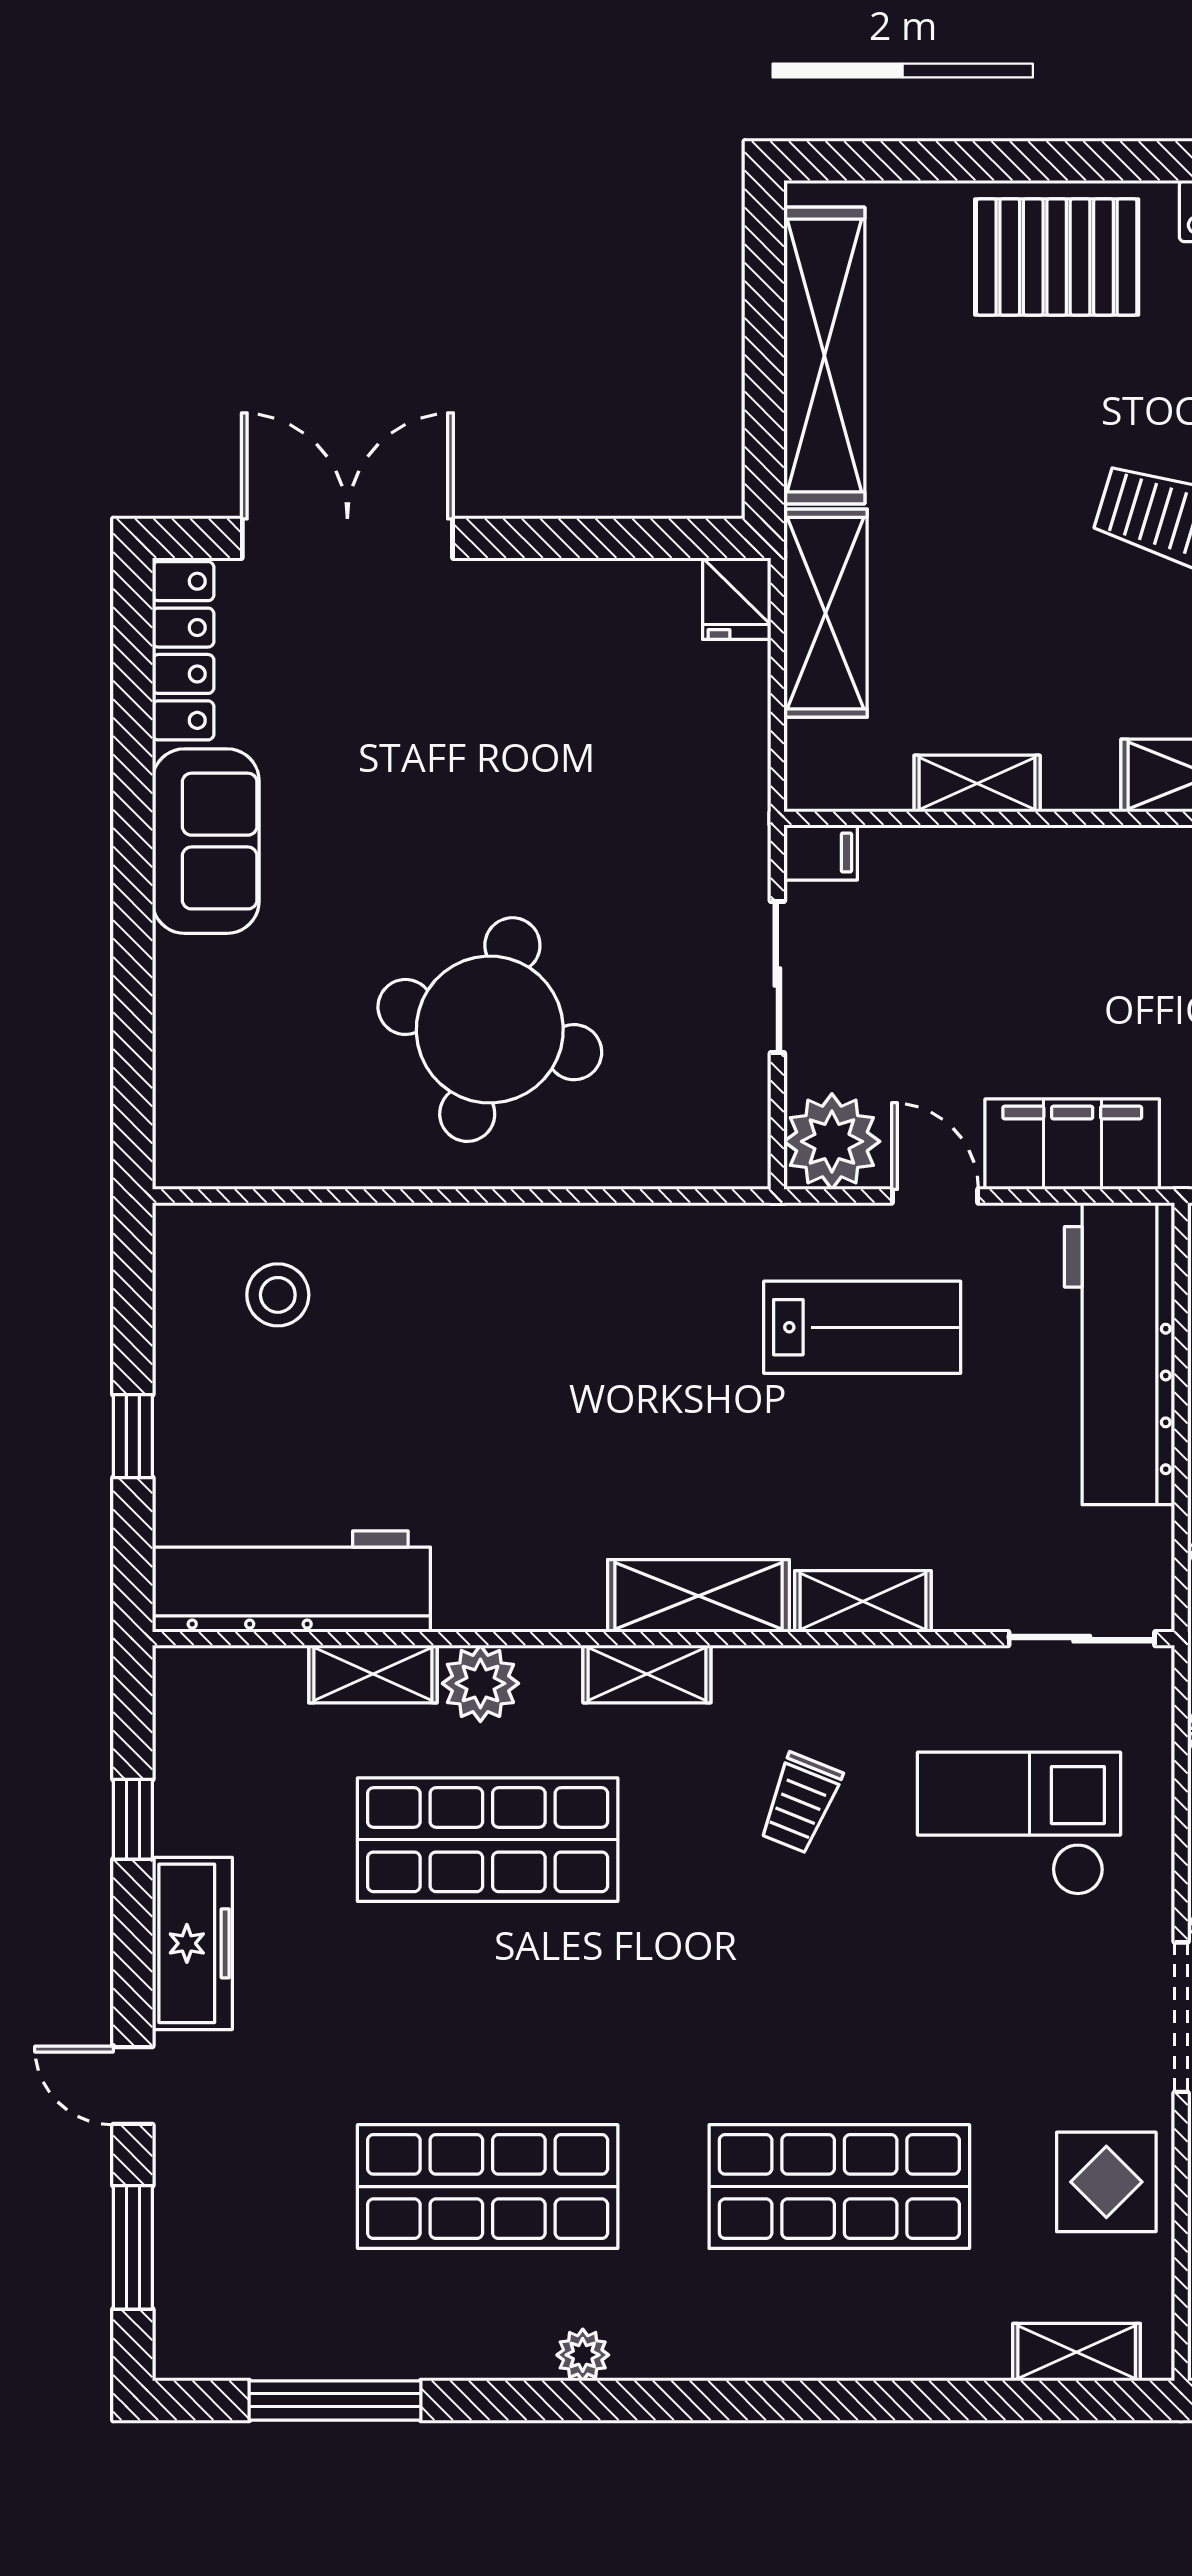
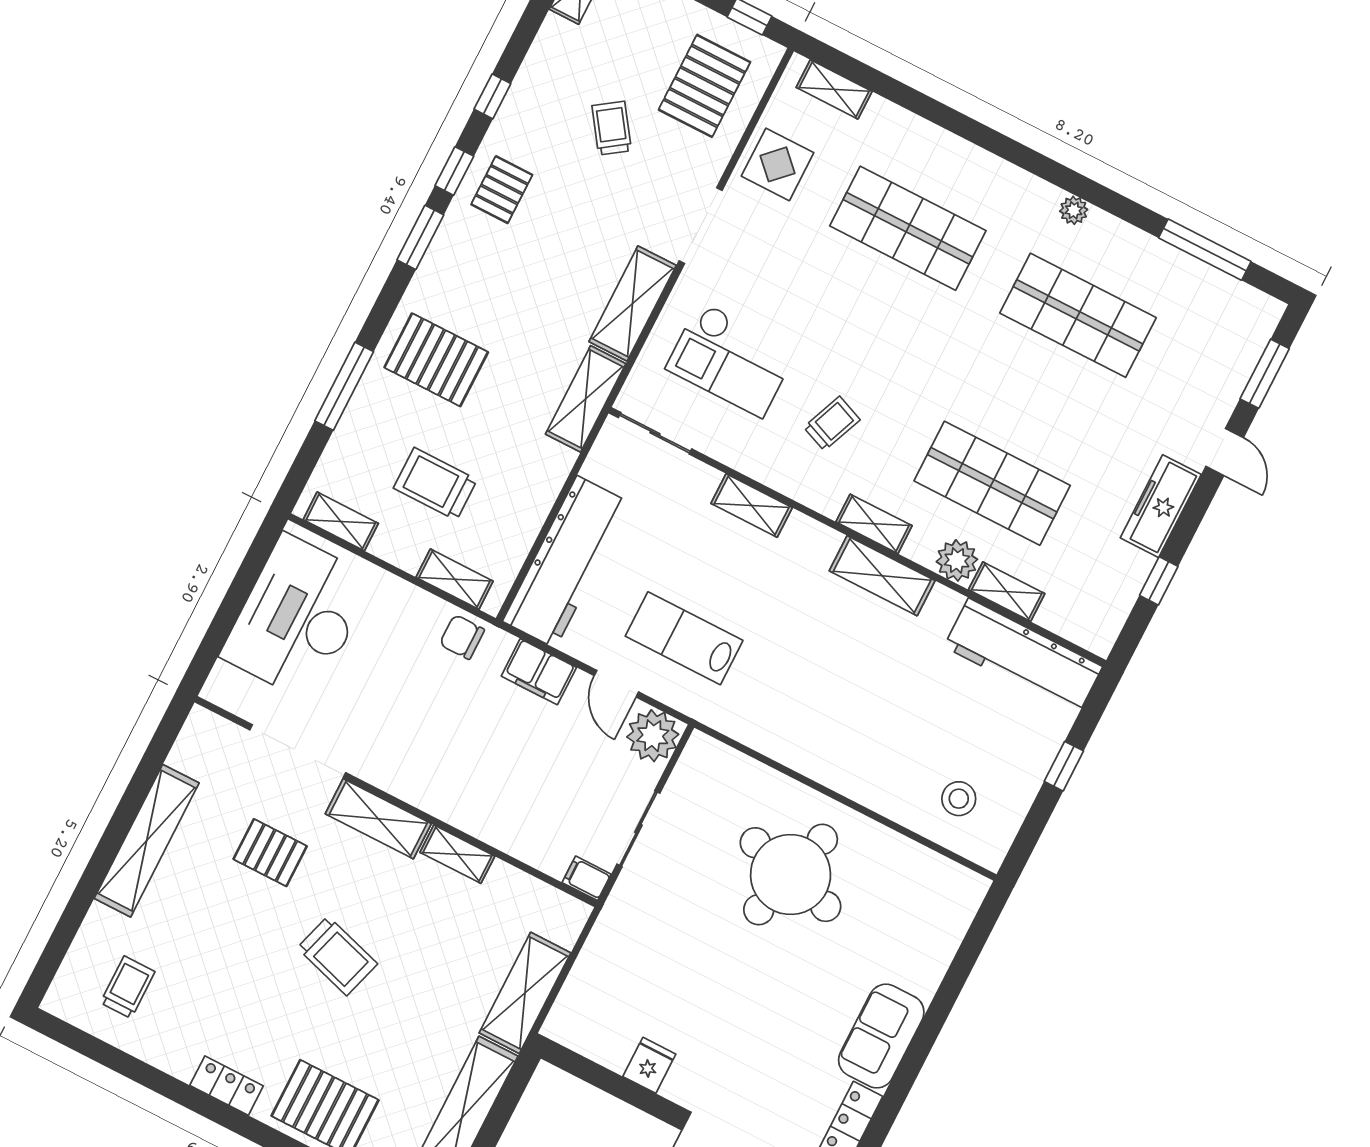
fridge: (737, 599) -> (649, 1065), moved
shelving: (977, 784) -> (457, 854), moved
filing cabinet: (1072, 1144) -> (539, 672), width x0.67, depth x0.86
shelving: (698, 1596) -> (882, 576), moved

